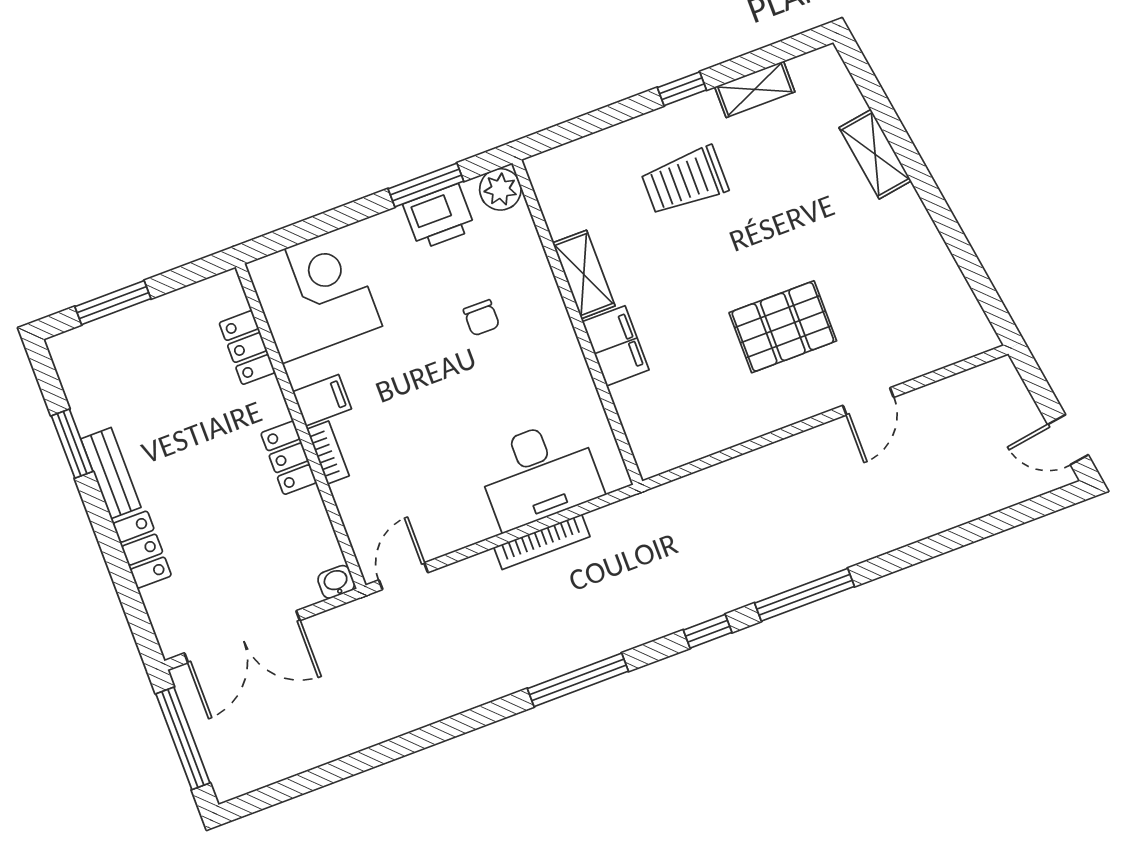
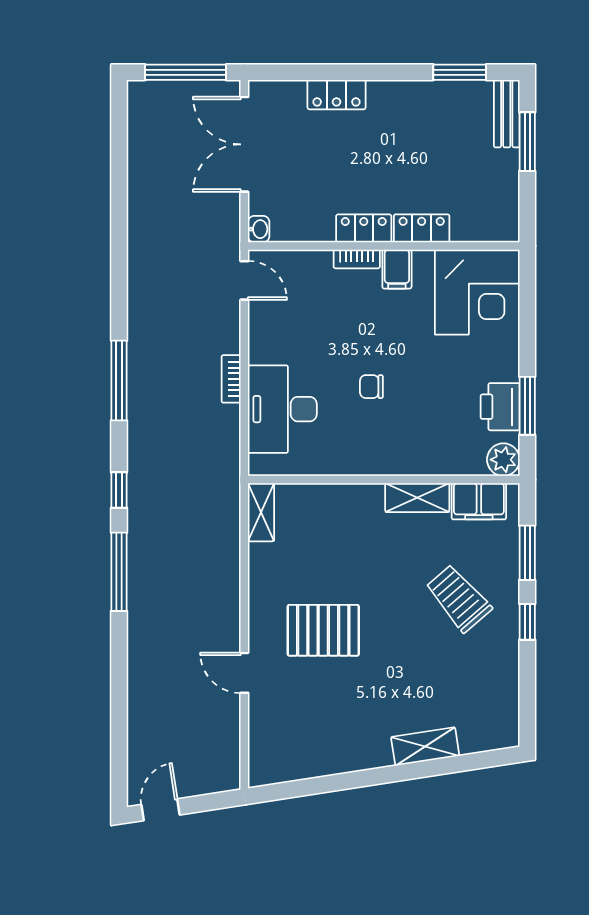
shelving: (755, 89) -> (261, 512), moved
window: (600, 120) -> (527, 553), added
trolley: (685, 181) -> (459, 598), turned -41
chair: (481, 318) -> (371, 387), moved
pallet: (783, 327) -> (323, 630), turned 90
filing cabinet: (616, 346) -> (479, 501), moved
locker: (247, 348) -> (422, 228), moved
window: (72, 444) -> (460, 72), moved
bench: (111, 473) -> (507, 114), moved, turned 90
bookcase: (542, 542) -> (231, 379), width x0.64

